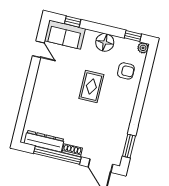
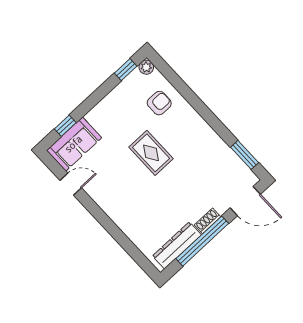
floor lamp: (105, 42) -> (112, 106), removed

